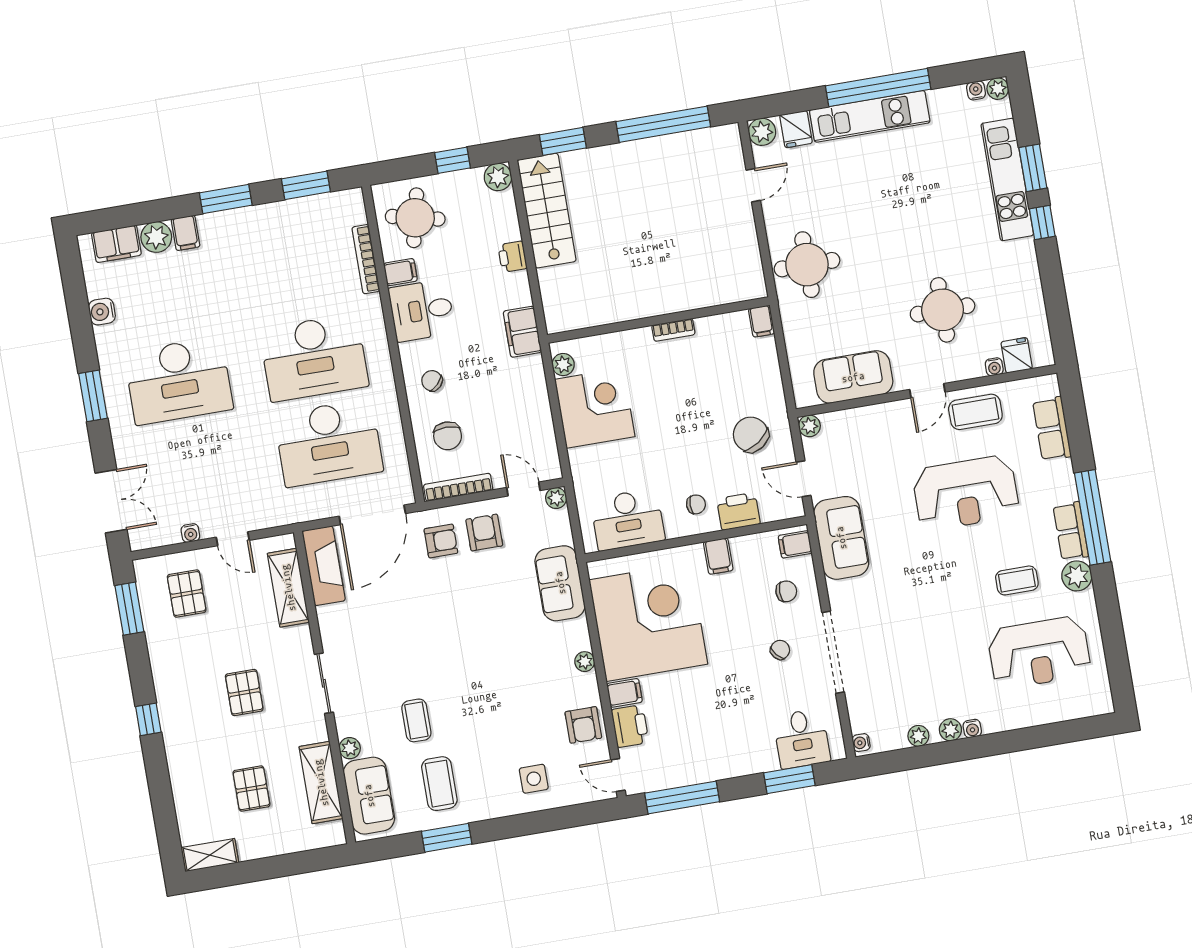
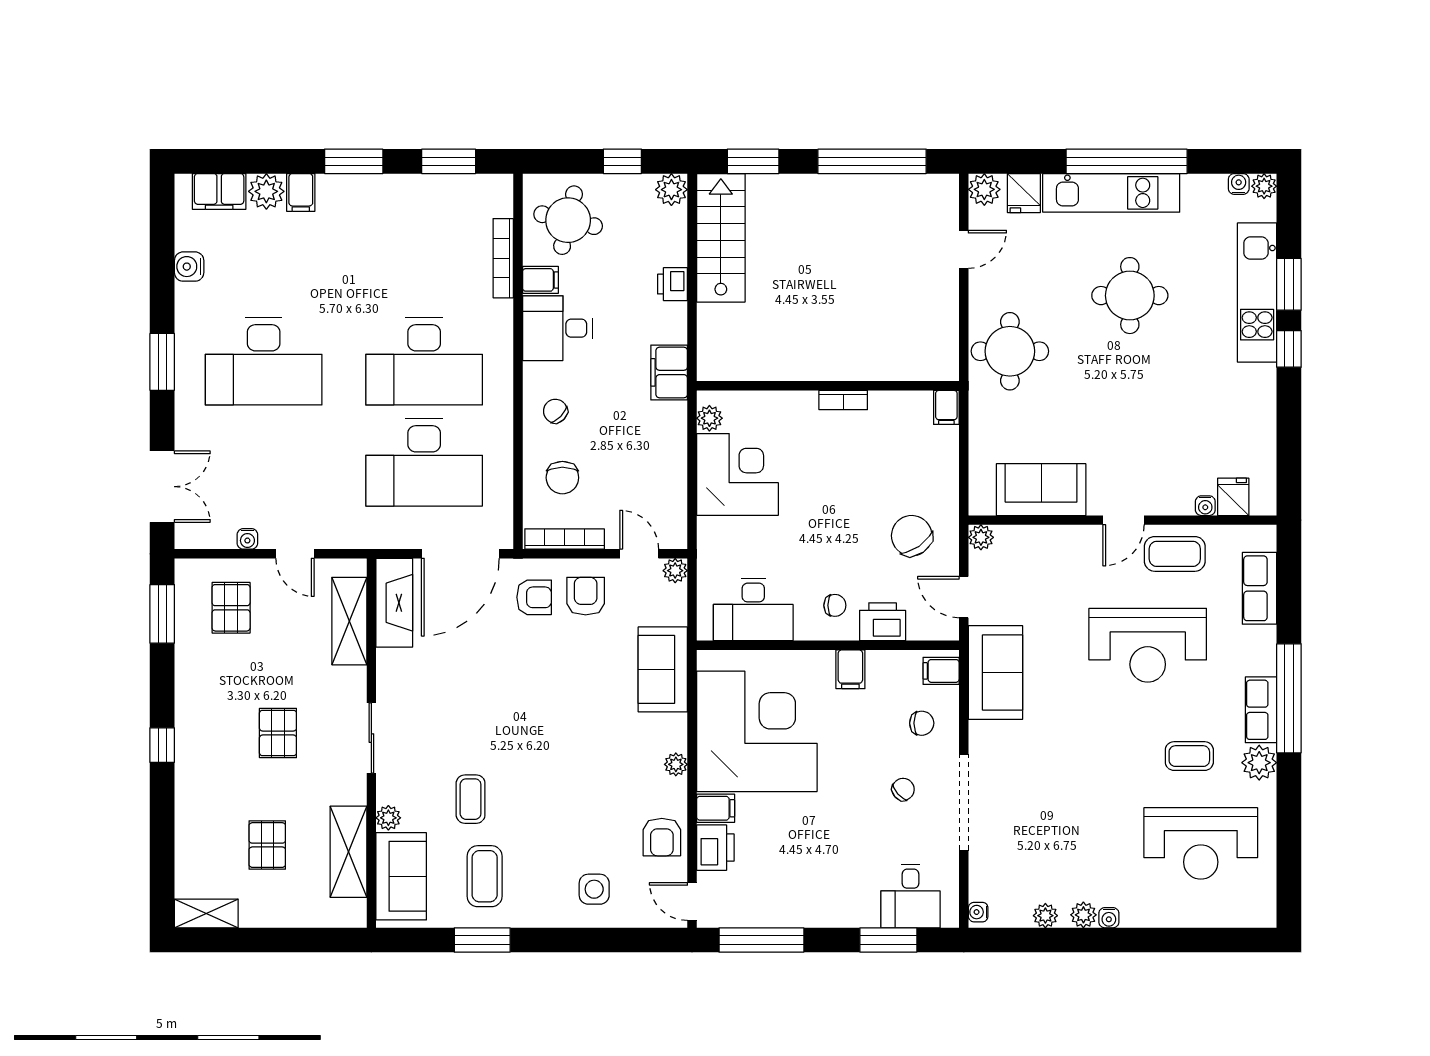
round table: (943, 310) -> (1130, 296), moved

